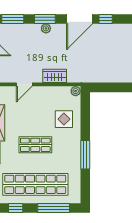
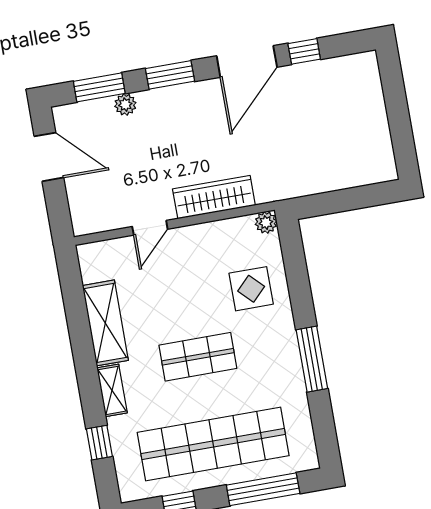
plant: (46, 28) -> (125, 105), moved
wardrobe: (55, 76) -> (214, 197), width x1.50

